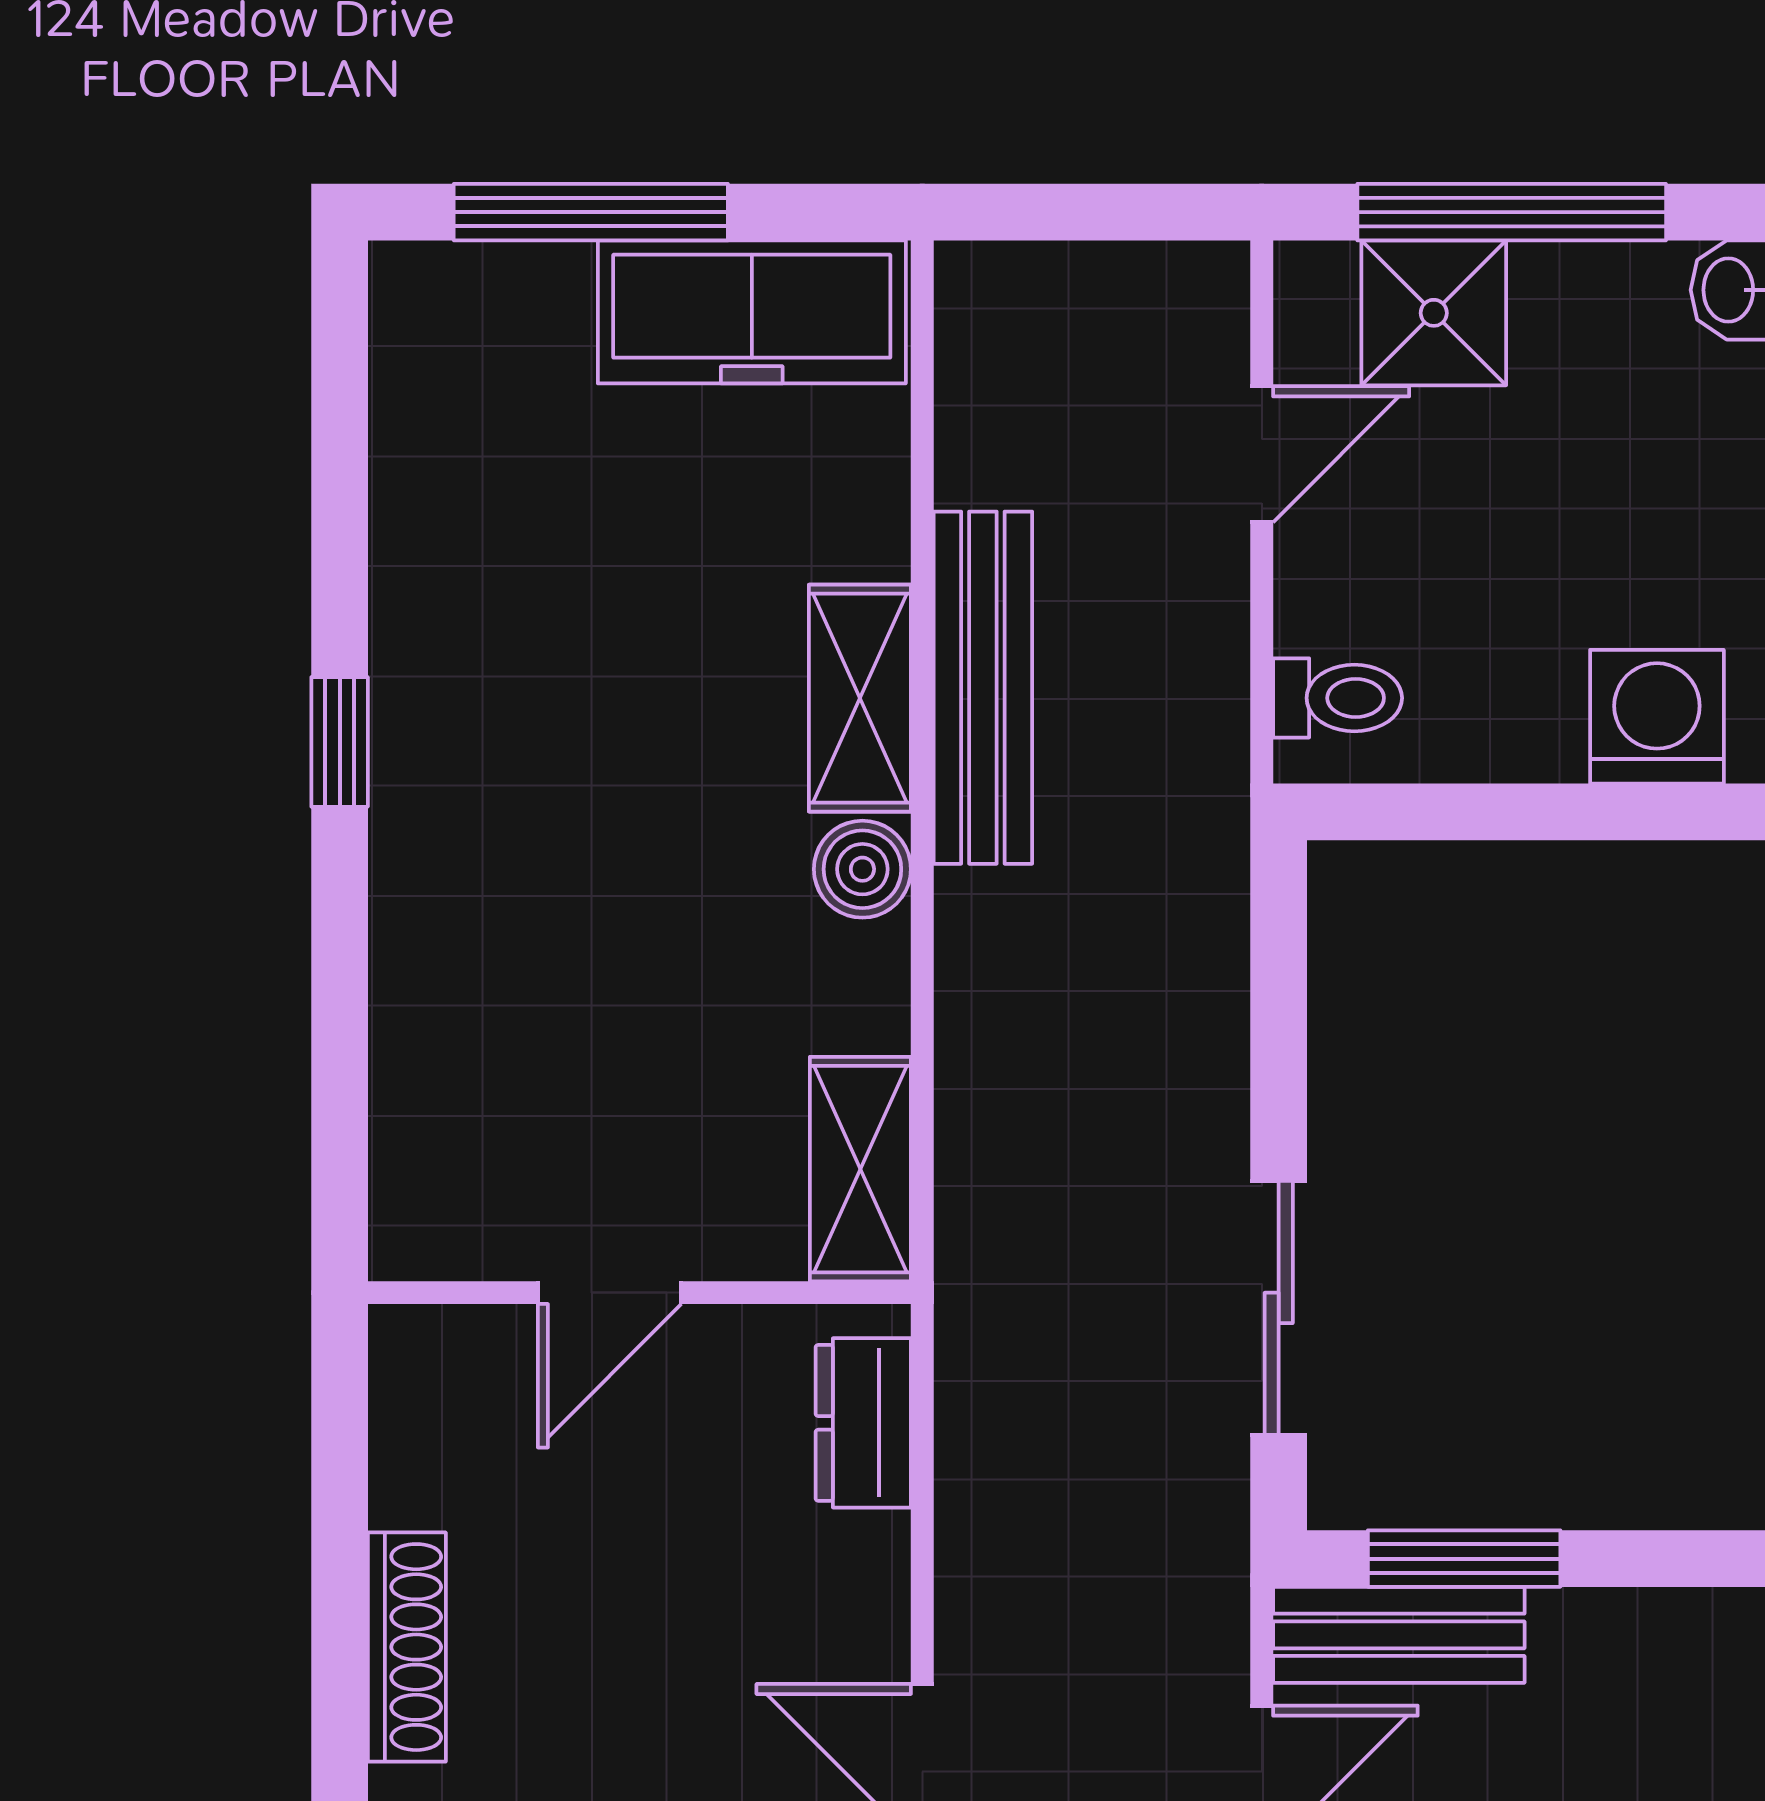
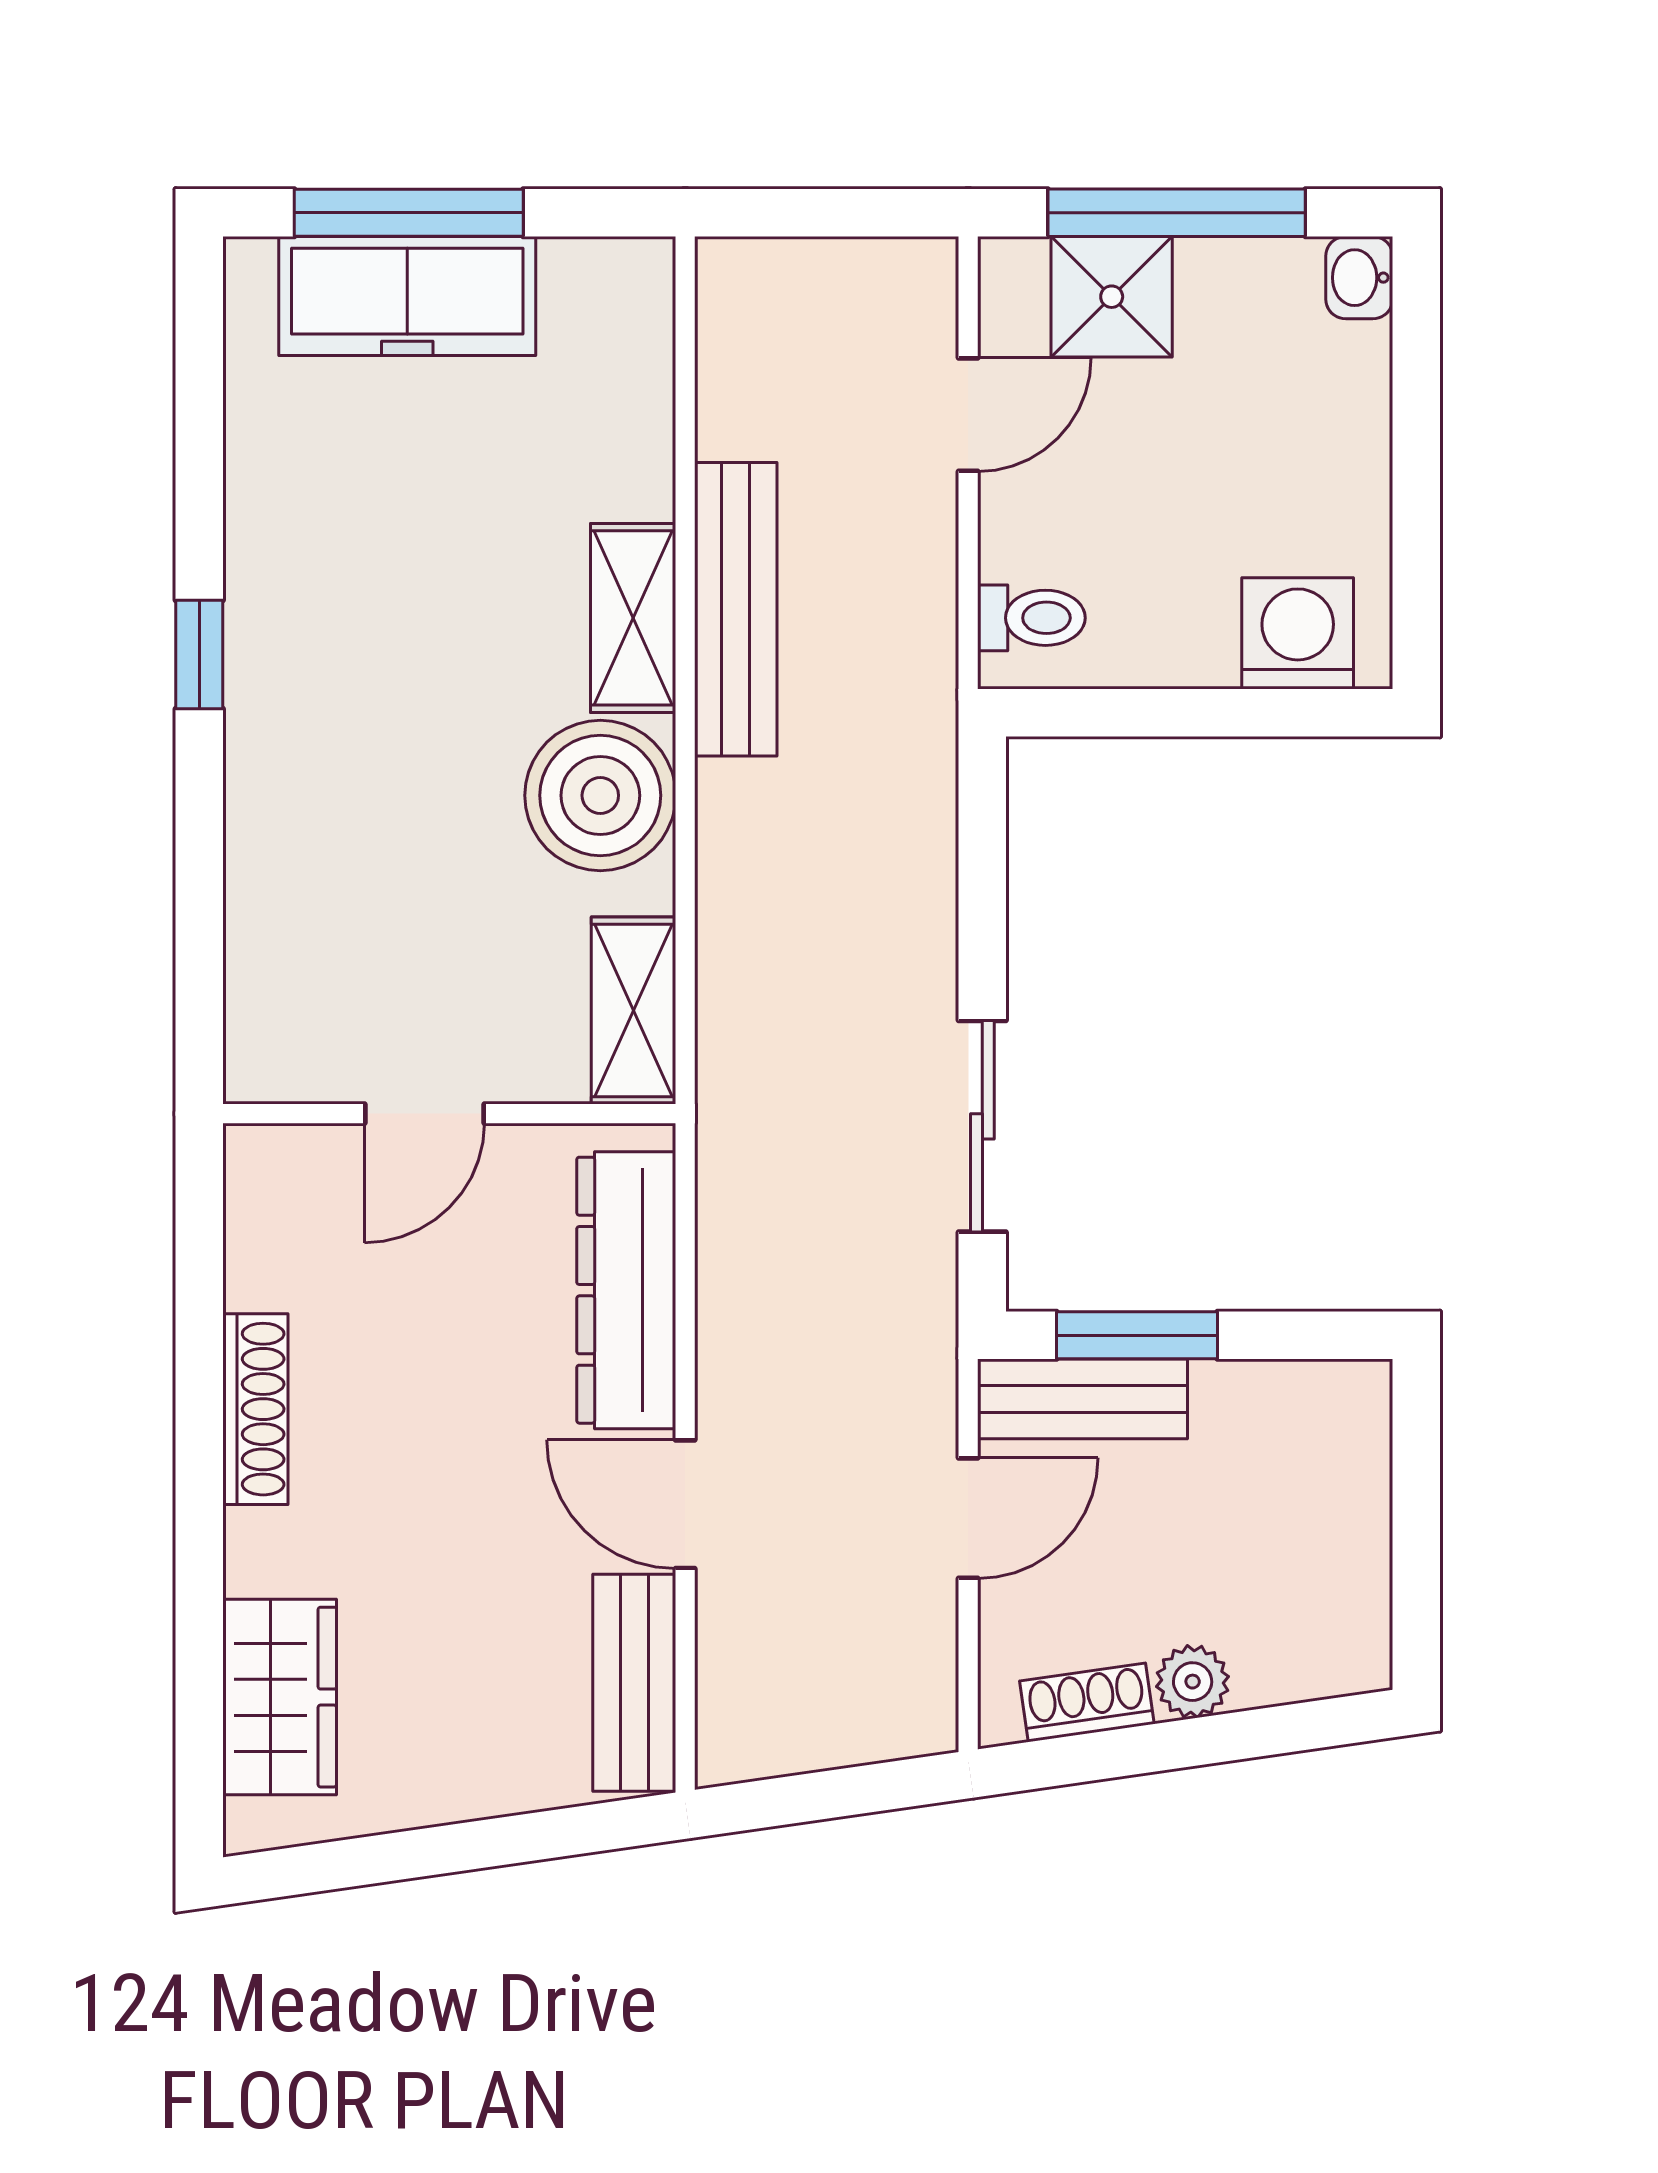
freezer: (752, 312) -> (407, 296), moved
boiler: (862, 869) -> (600, 795), width x1.86, depth x1.86
dresser: (863, 1423) -> (626, 1290), width x1.96, depth x1.24

